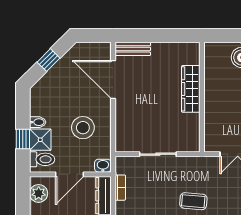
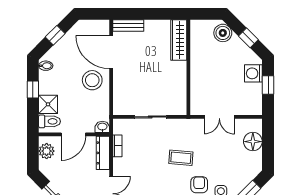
wardrobe: (191, 89) -> (179, 40), moved
bidet: (38, 122) -> (46, 66), moved
stool: (83, 128) -> (92, 80), moved
window: (23, 139) -> (33, 89), moved

